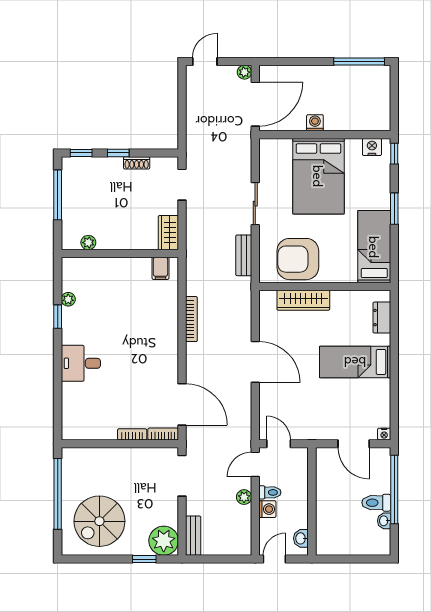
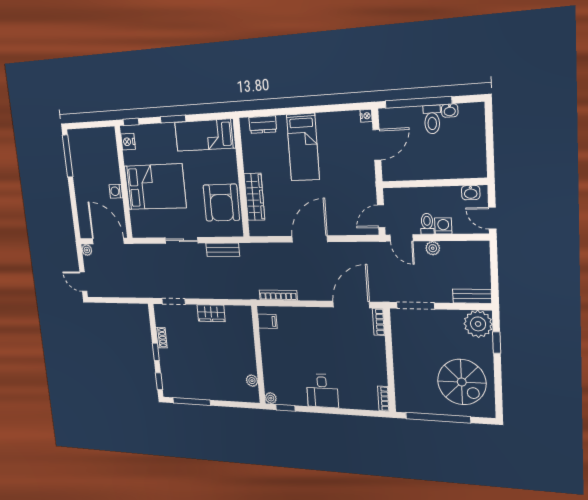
plant: (88, 243) -> (252, 381), moved
wall: (120, 254) -> (258, 355), moved
filing cabinet: (160, 268) -> (267, 321), moved
bookcase: (132, 434) -> (384, 399), moved

